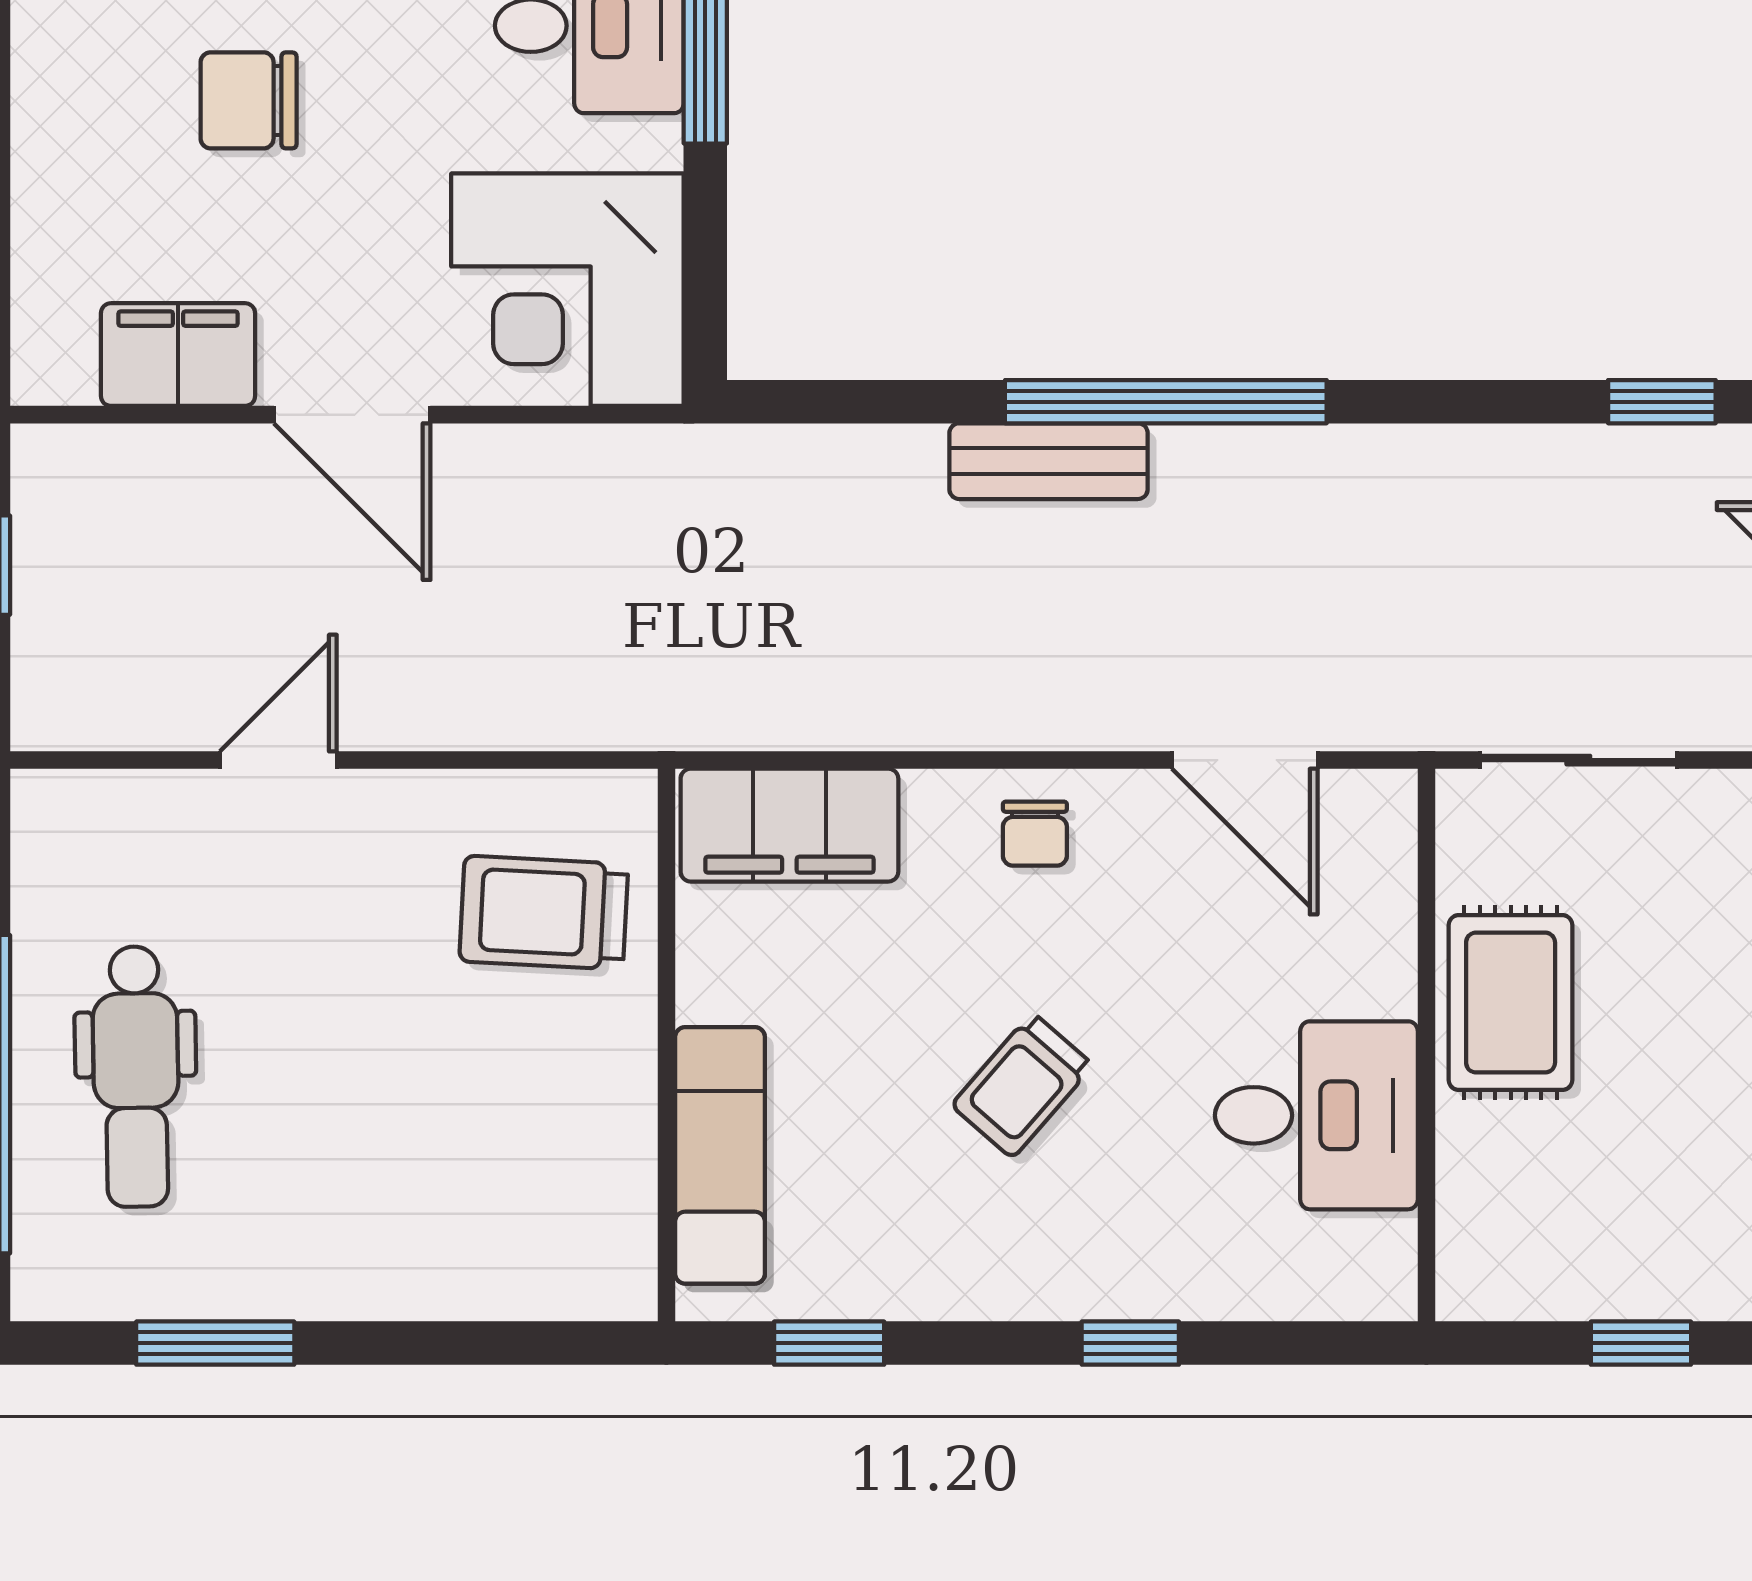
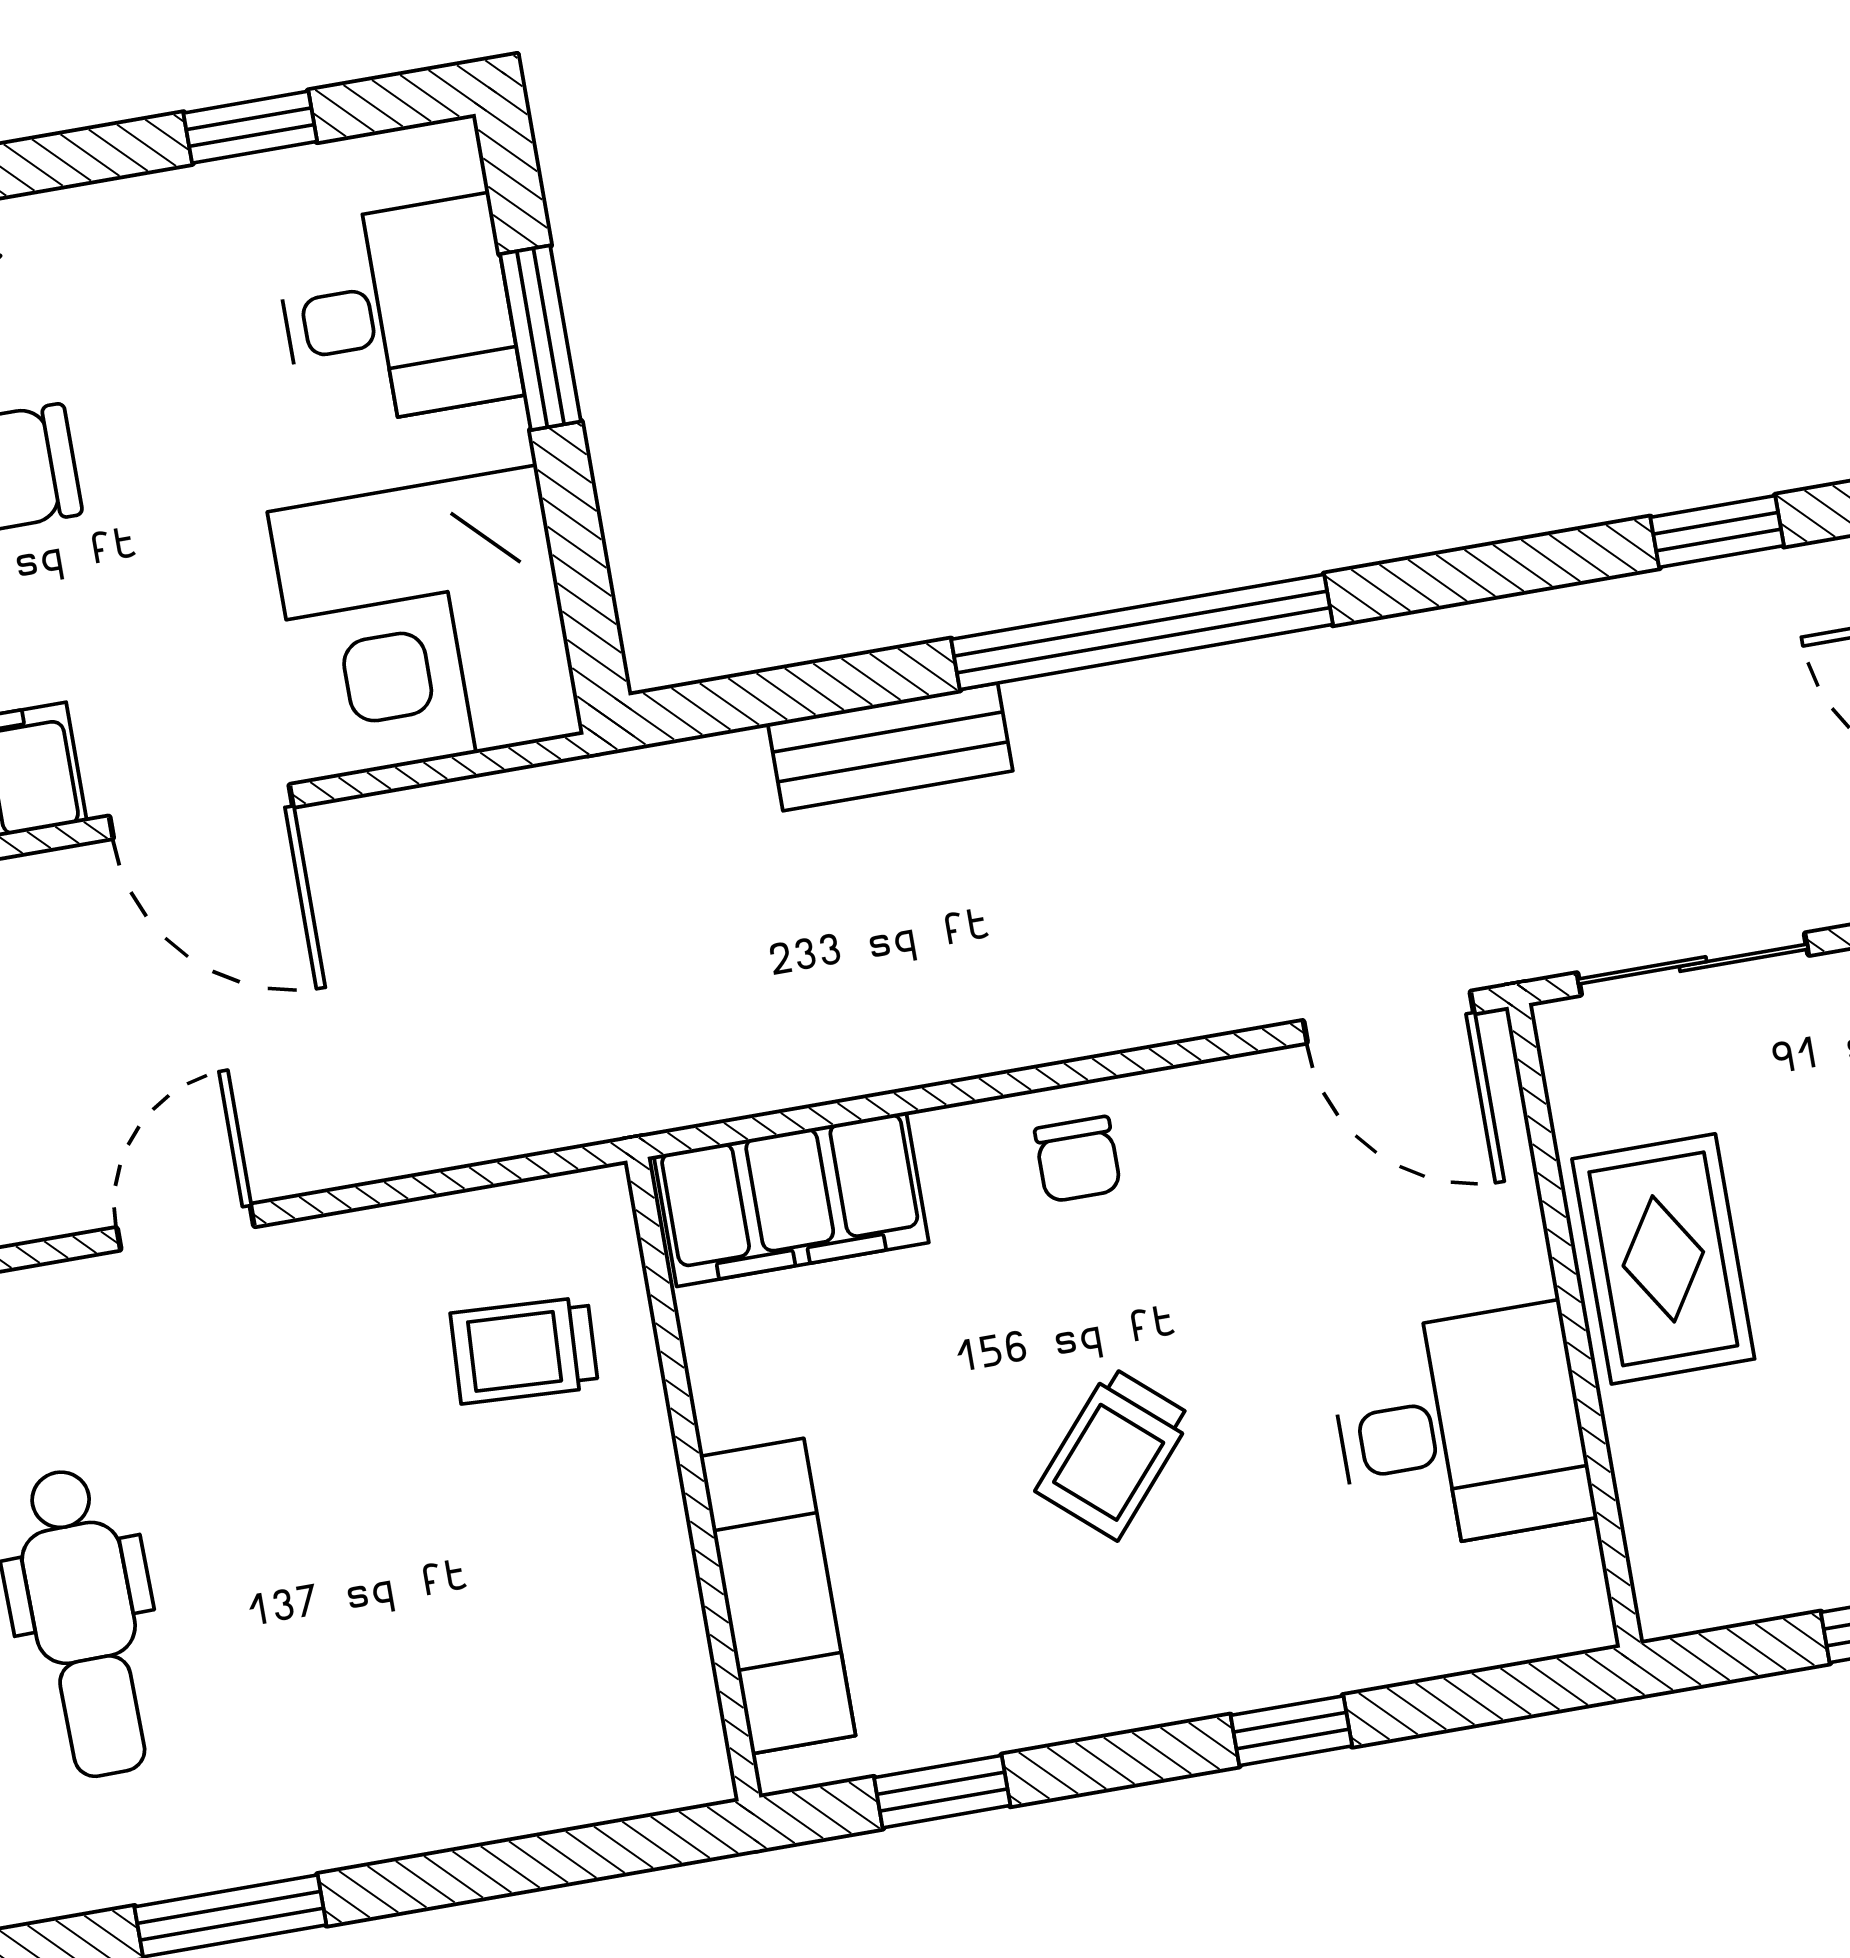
bench: (1049, 461) -> (890, 747), moved
door: (1245, 760) -> (1389, 1017), moved
trolley: (544, 913) -> (524, 1350), width x0.73, depth x0.72

